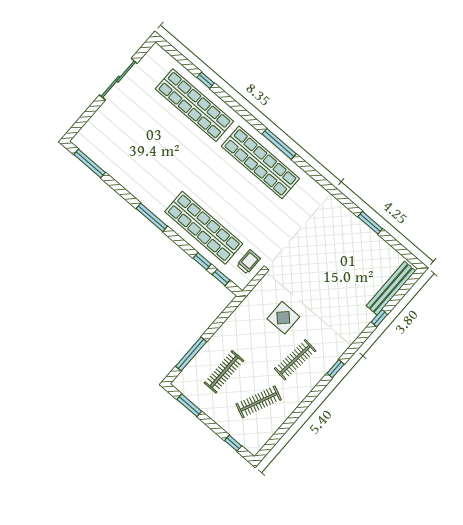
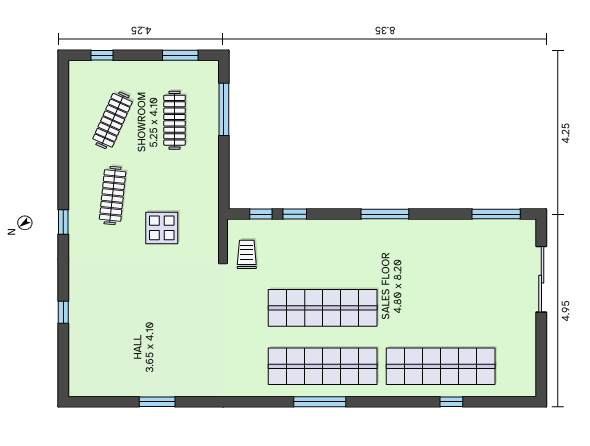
sliding door: (118, 79) -> (541, 279), moved
shop shelf: (204, 228) -> (323, 308), moved
trolley: (249, 262) -> (247, 254), turned 180
bench: (391, 288) -> (78, 353), removed

